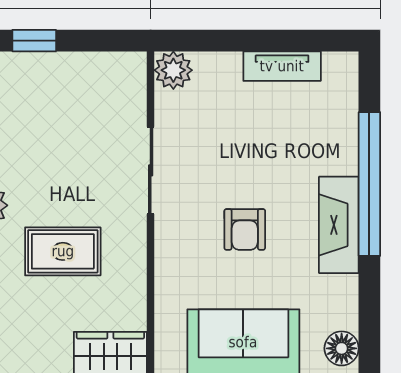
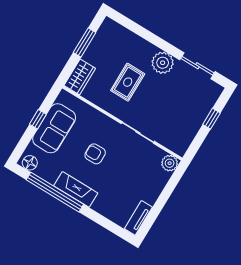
tv unit: (282, 66) -> (138, 218), moved
window: (369, 184) -> (55, 192), moved

